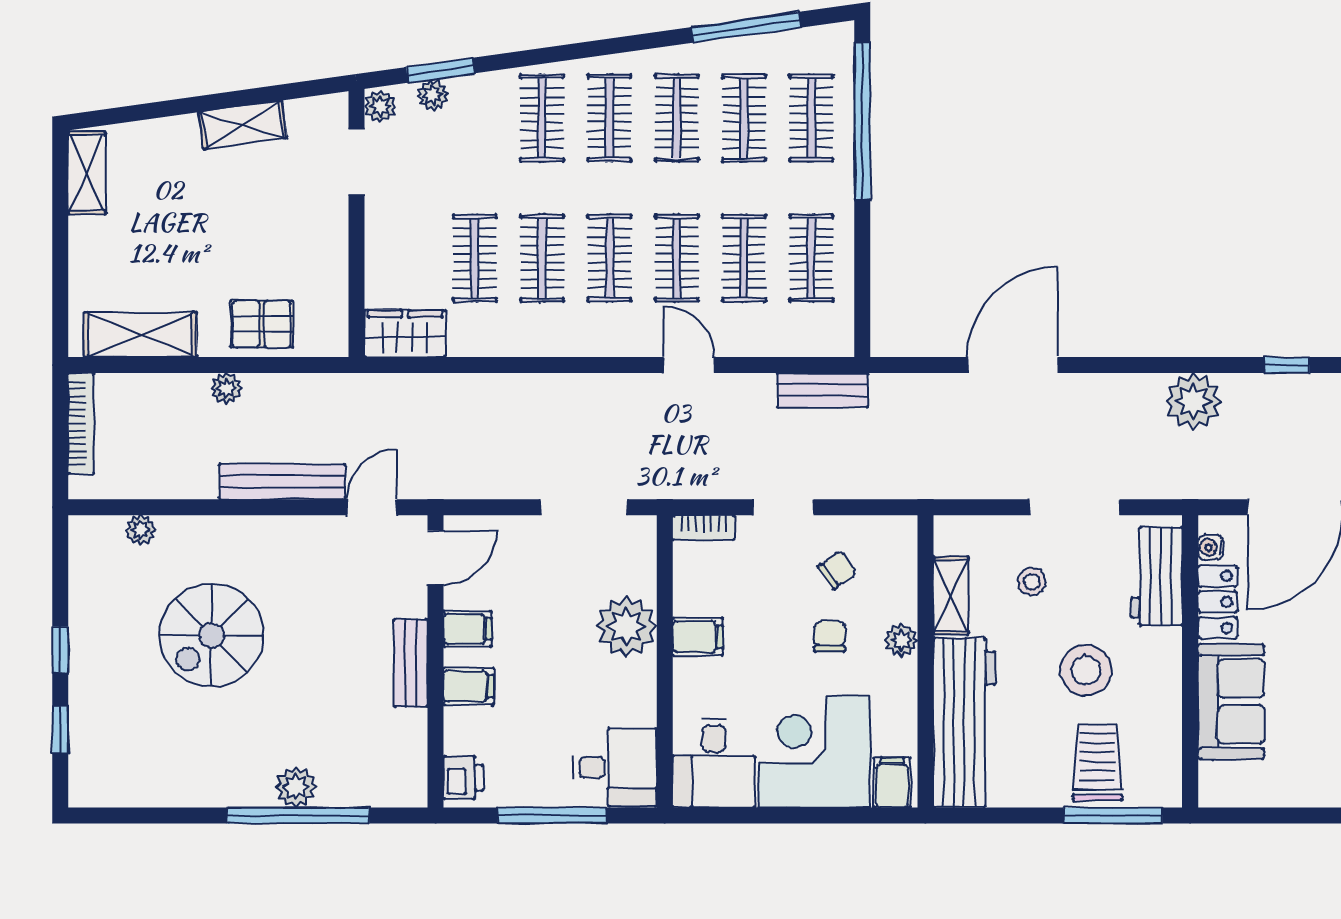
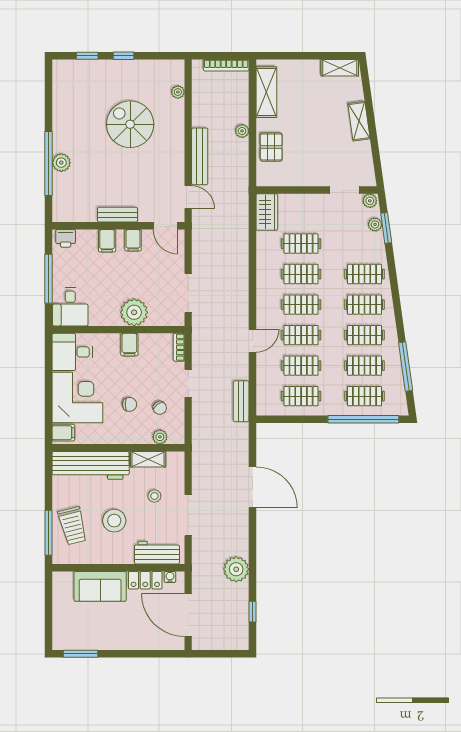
shelving: (243, 125) -> (359, 121), moved
plant: (901, 640) -> (160, 437), moved
trolley: (1097, 762) -> (73, 526), turned 76

